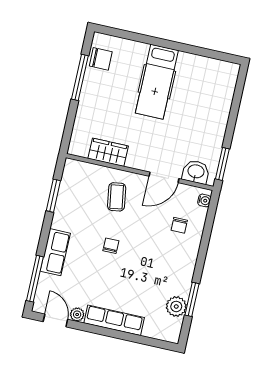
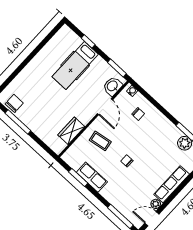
hospital bed: (157, 82) -> (75, 65), moved, turned 90
window: (235, 107) -> (88, 41), added
row of seats: (55, 252) -> (92, 177), moved

